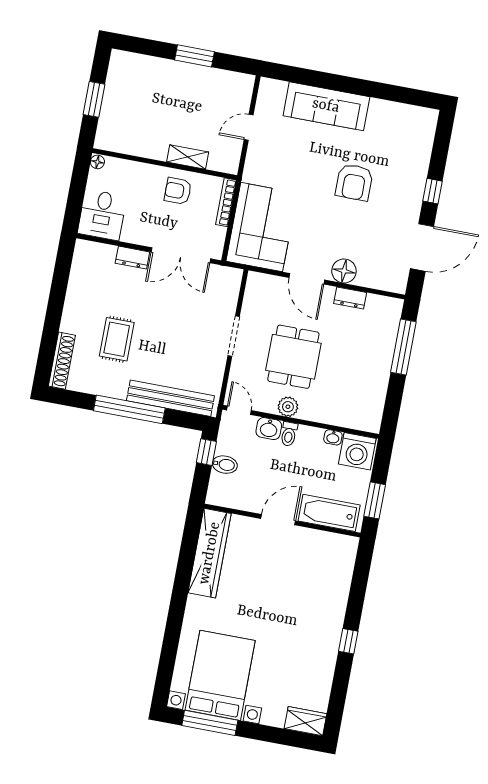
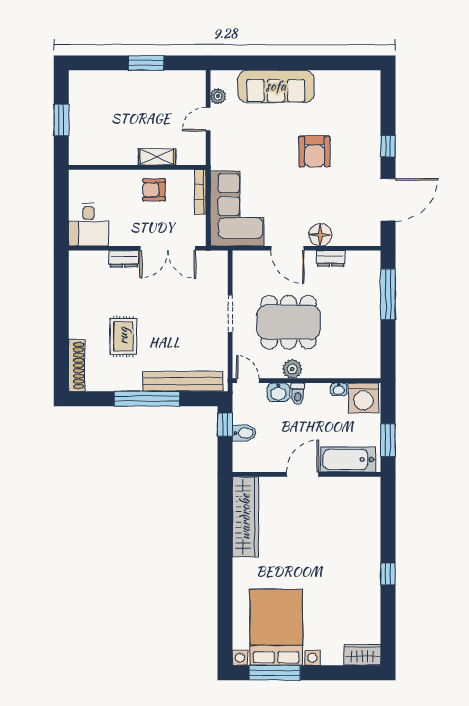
plant: (264, 105) -> (218, 96), added
floor lamp: (97, 162) -> (75, 177), removed
dining table: (293, 357) -> (289, 322), width x1.38

